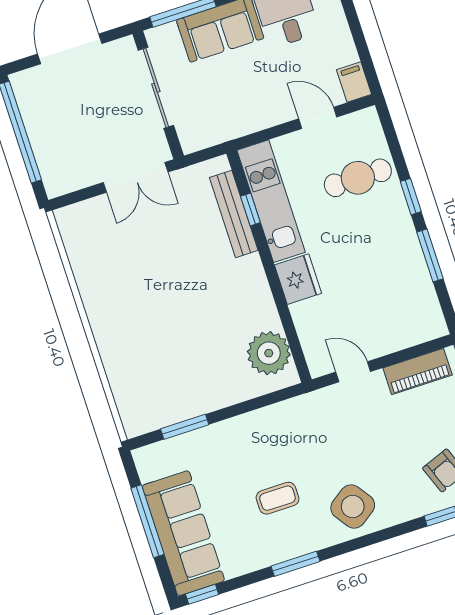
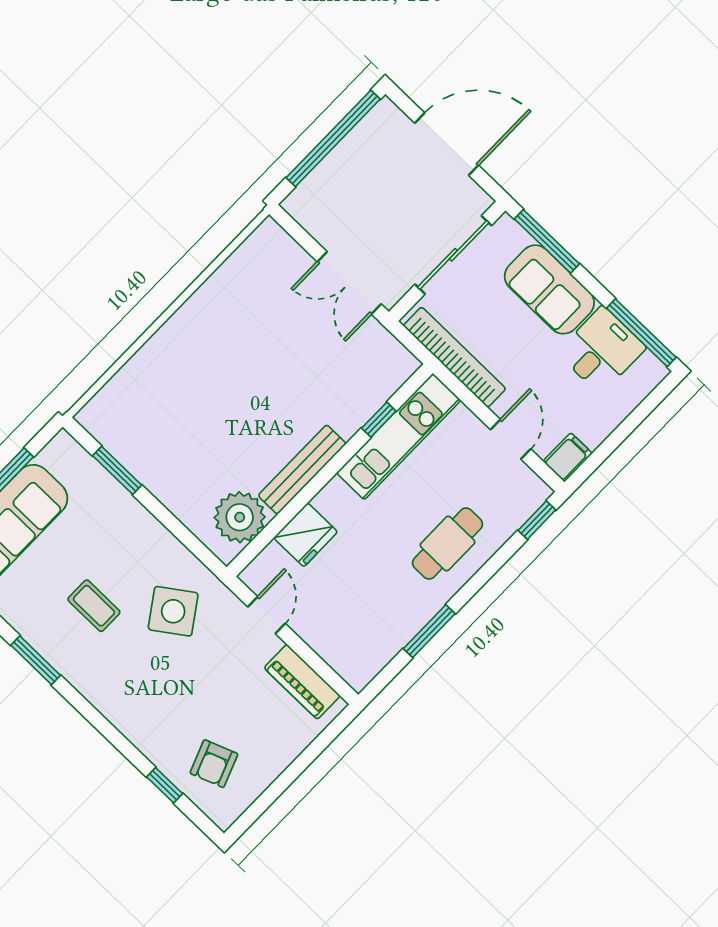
bookcase: (234, 128) -> (454, 357), added
cafe table: (358, 178) -> (447, 544), moved, turned 90
window: (411, 197) -> (537, 520), moved
bench: (234, 214) -> (302, 470), moved
fridge: (298, 279) -> (306, 535), moved
side table: (353, 506) -> (173, 611), moved

